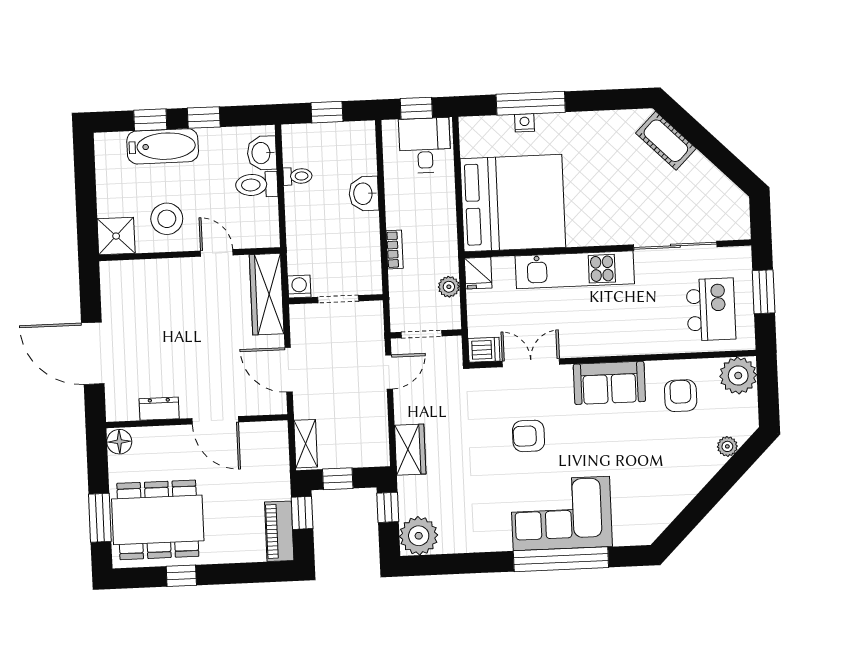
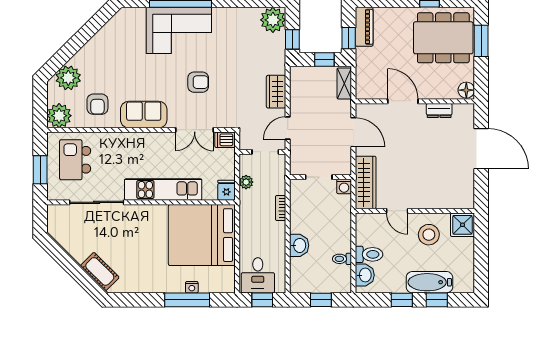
plant: (727, 446) -> (68, 78), width x1.88, depth x1.88
wardrobe: (410, 450) -> (276, 92), moved

